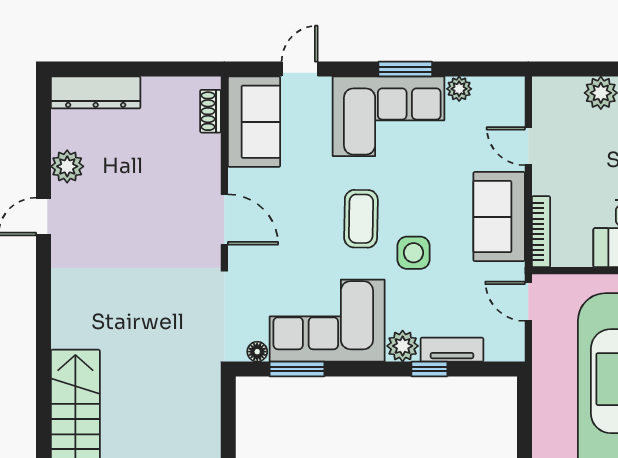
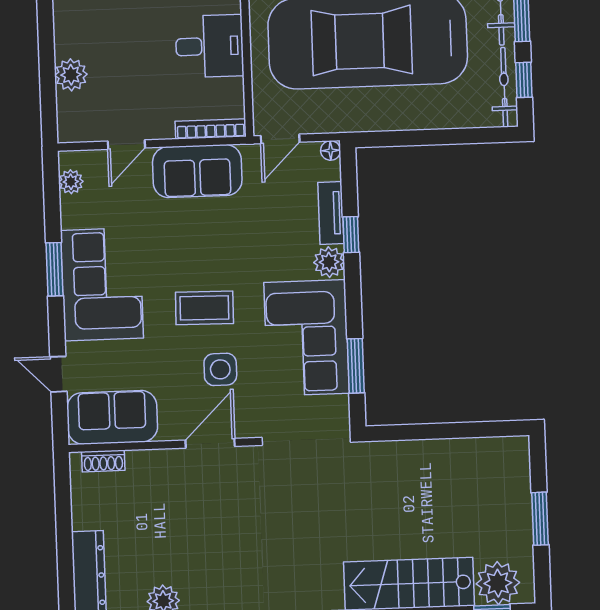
plant: (459, 89) -> (71, 182), moved
side table: (414, 253) -> (220, 369), moved
floor lamp: (257, 352) -> (331, 150), moved

